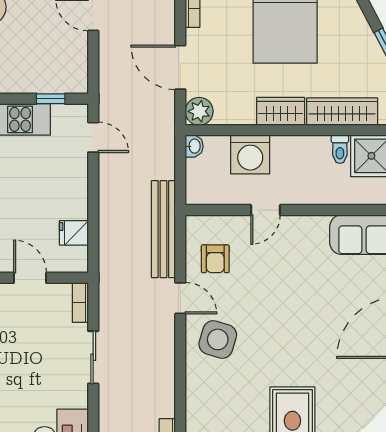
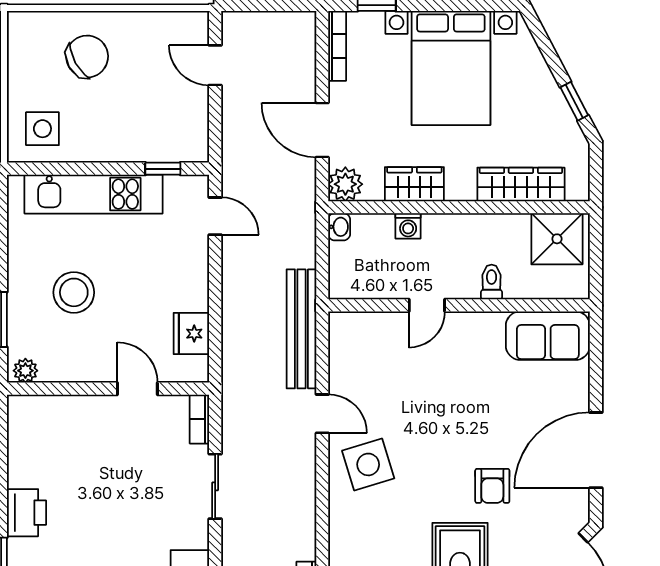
wardrobe: (281, 111) -> (414, 184), moved
toilet: (340, 149) -> (492, 282), moved, turned 180
washing machine: (250, 154) -> (408, 226), width x0.53, depth x0.53
fridge: (74, 233) -> (191, 334), width x1.38
armchair: (215, 259) -> (492, 486), moved
side table: (218, 339) -> (368, 464), turned -34

